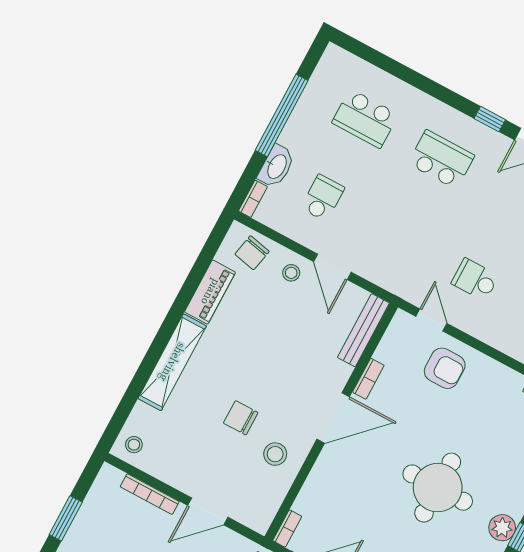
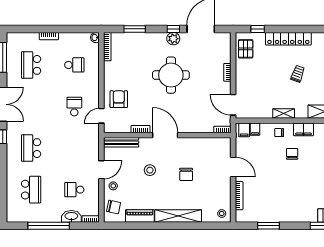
school desk: (475, 280) -> (74, 107), turned 180
stool: (275, 454) -> (150, 170), moved

